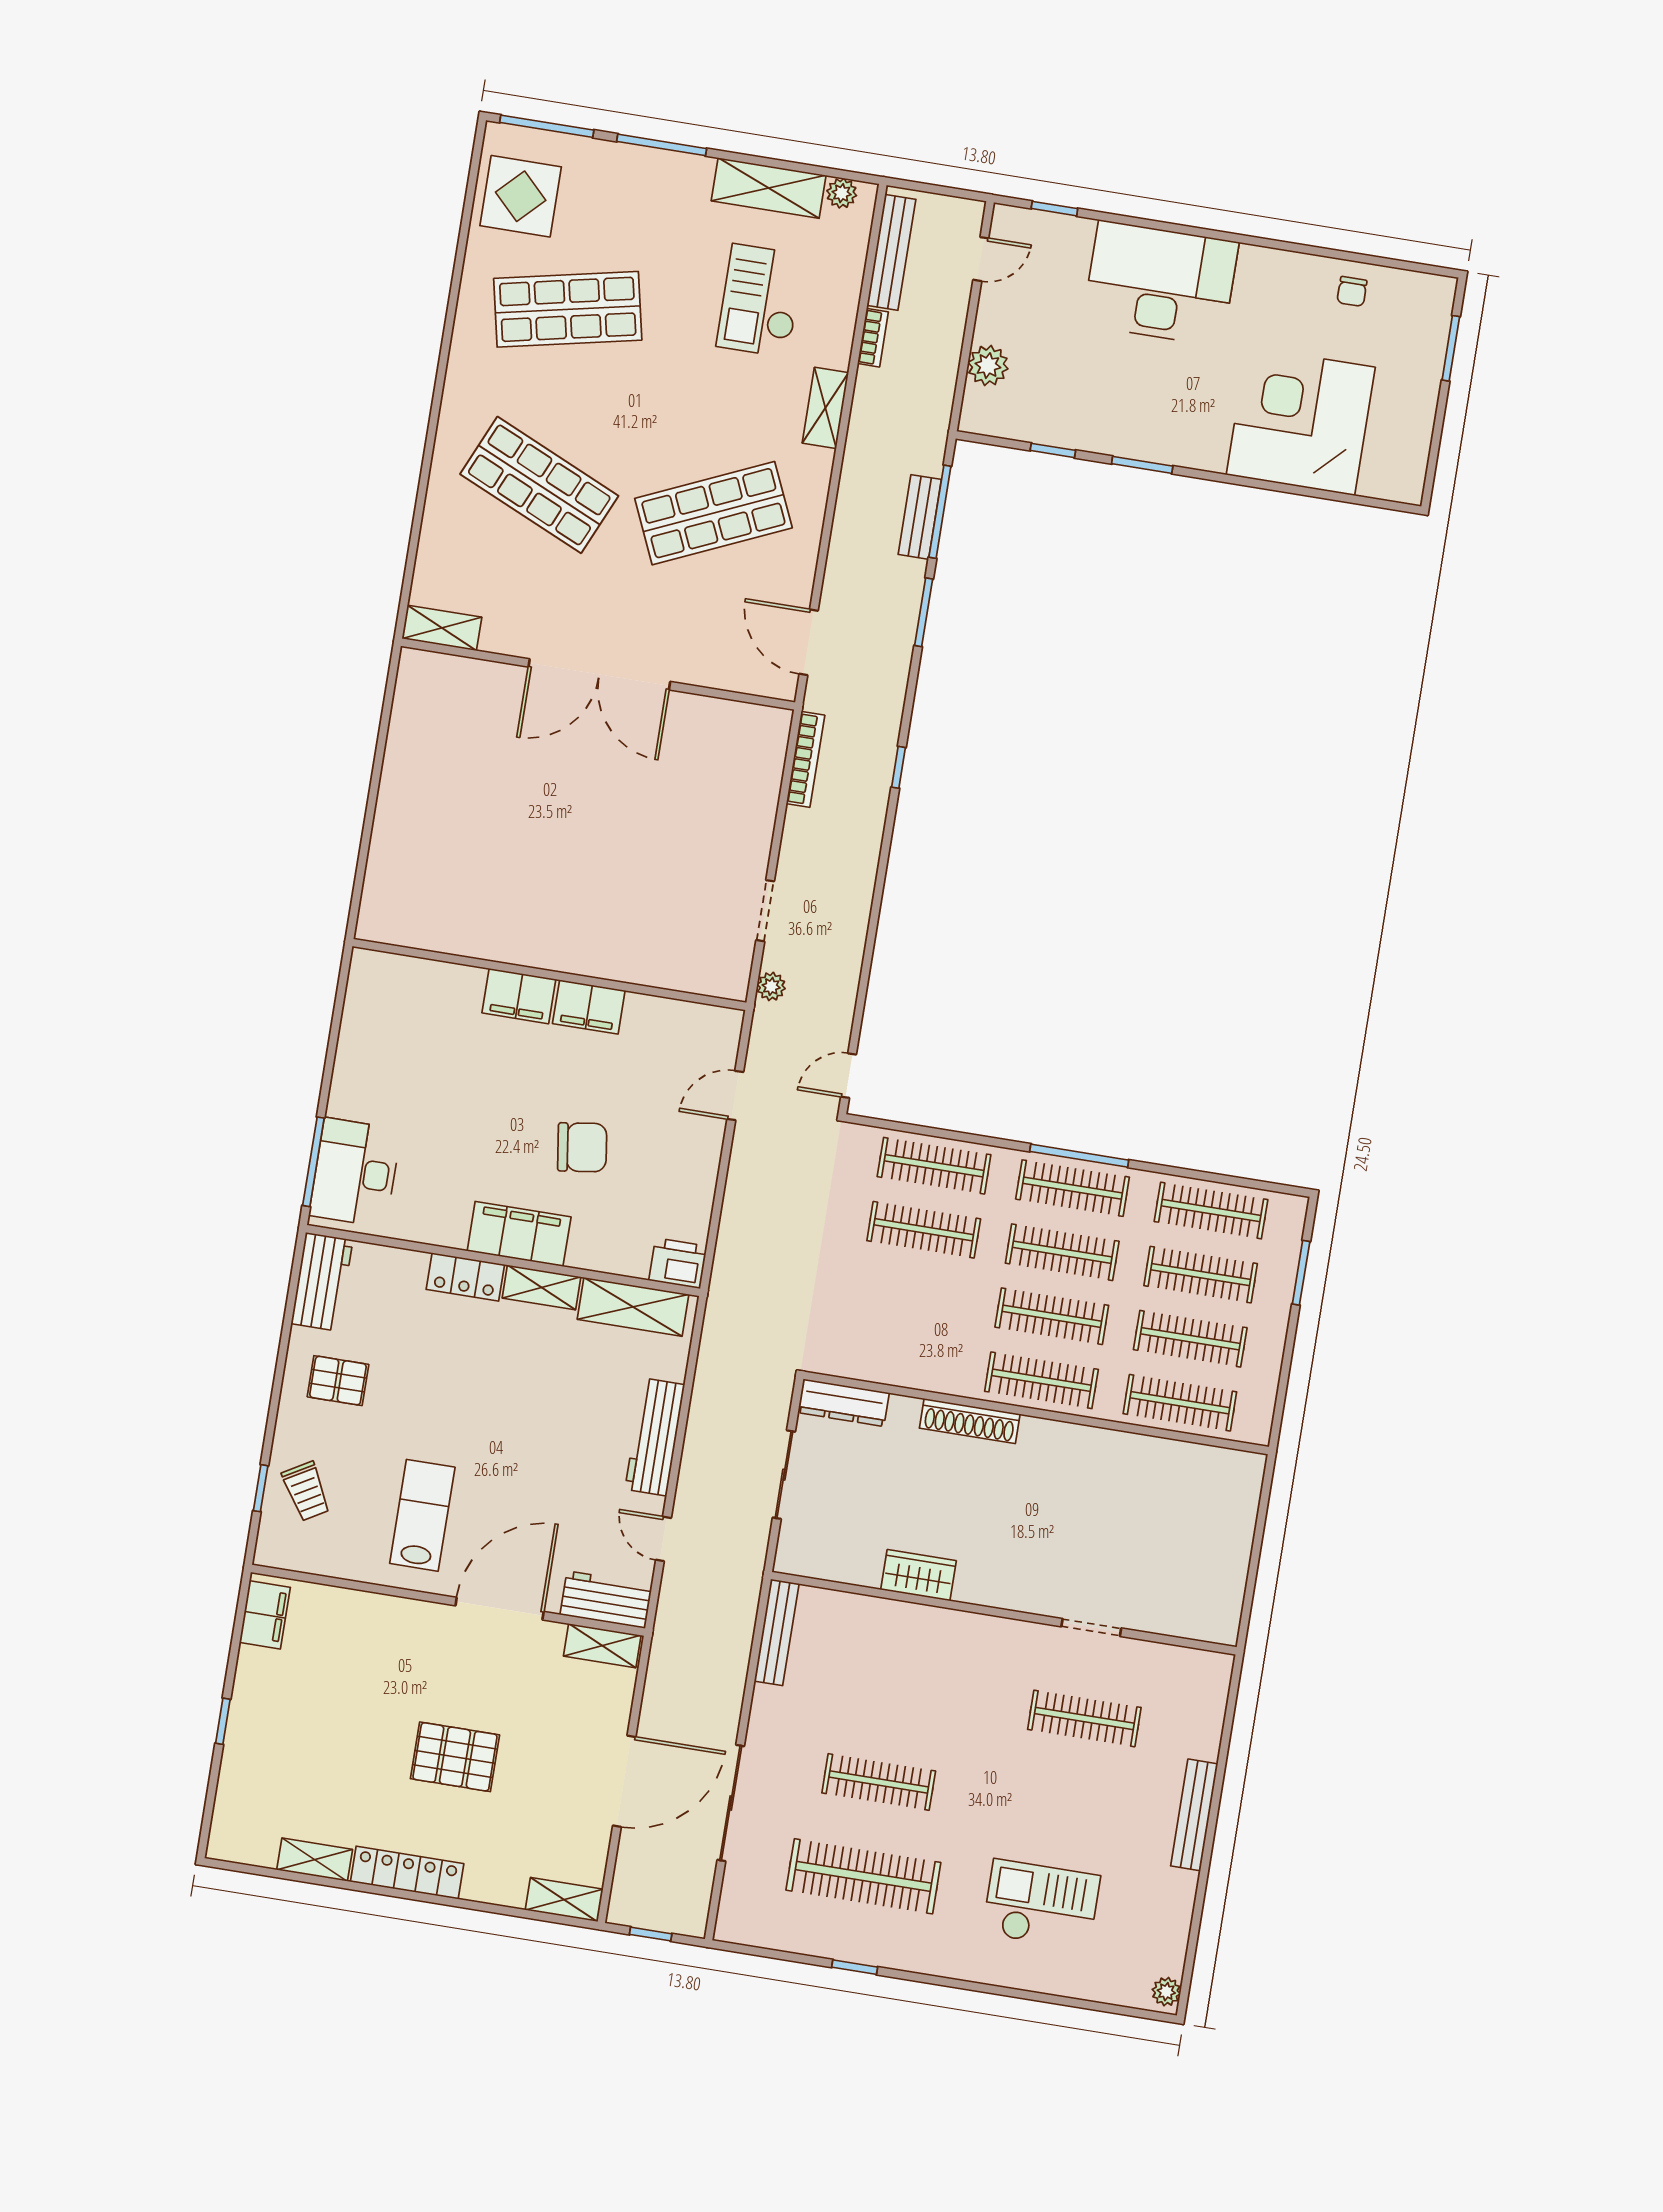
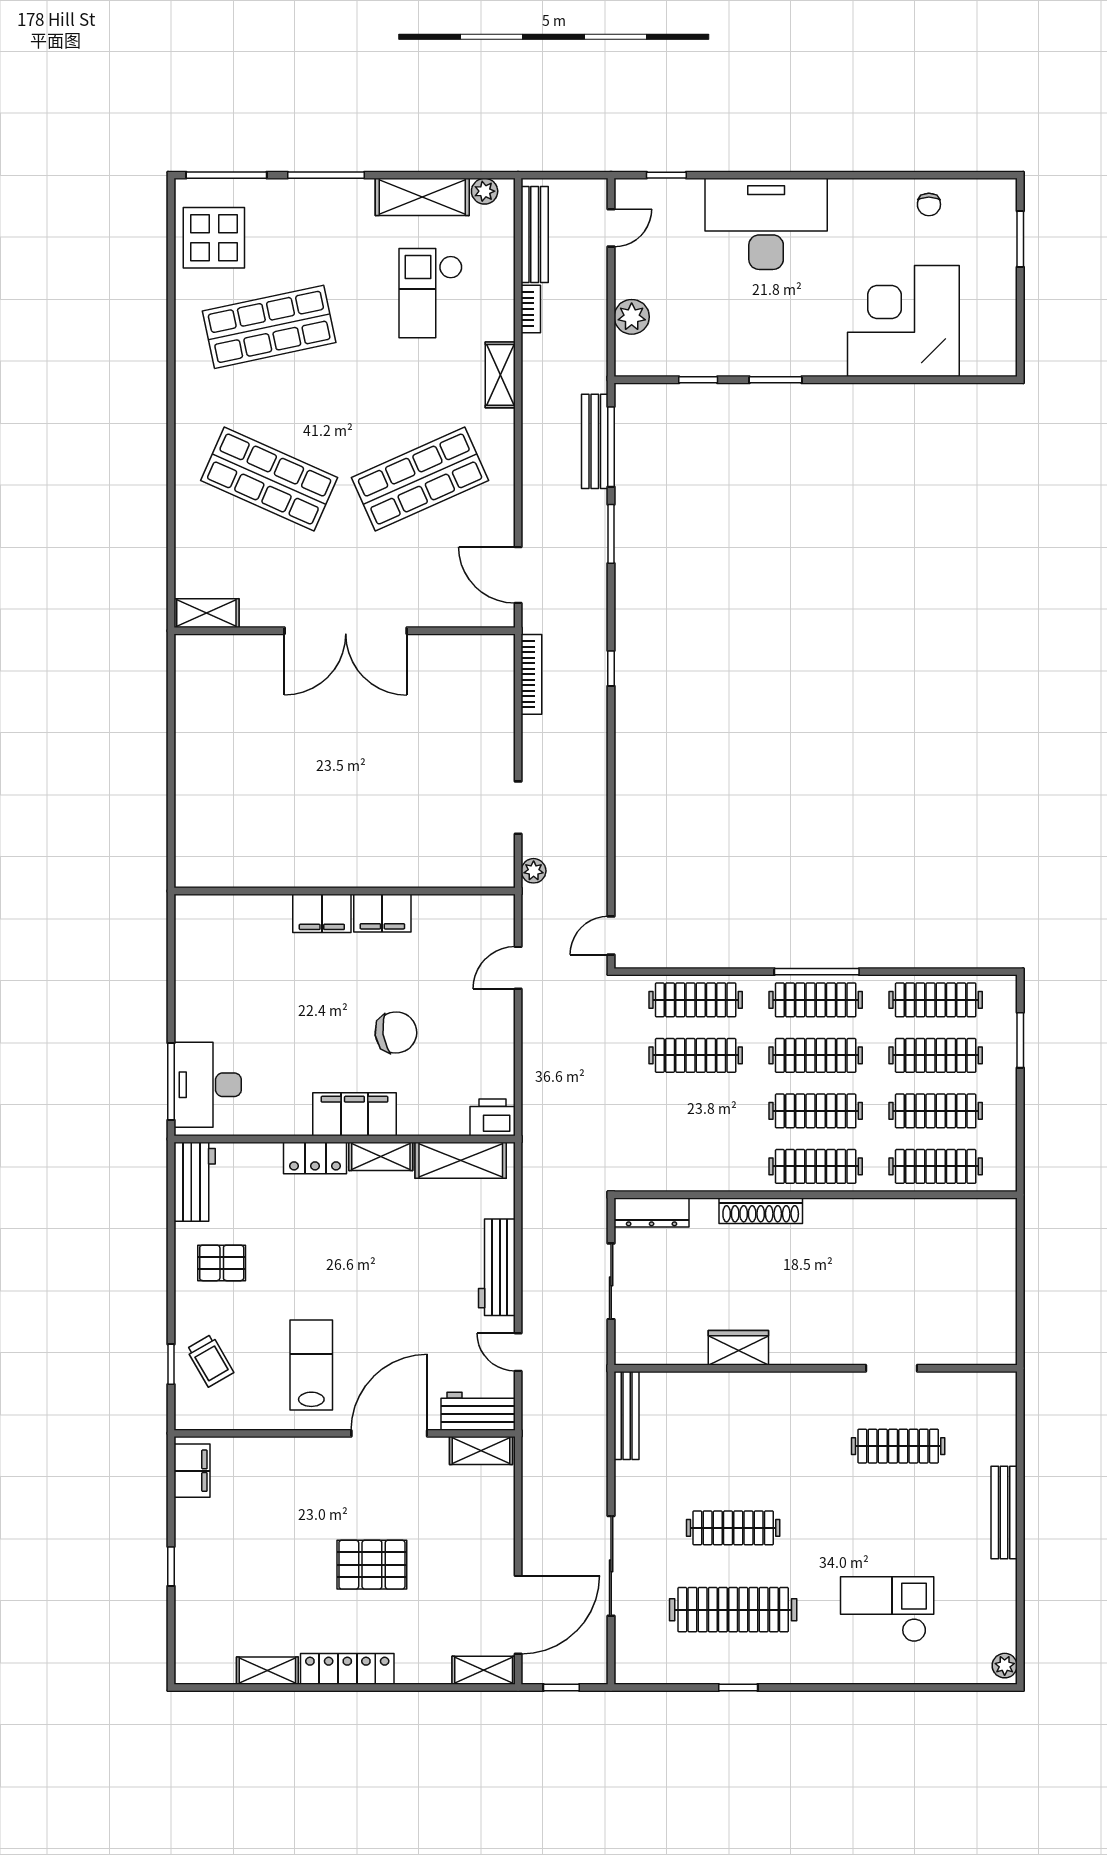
bench: (920, 517) -> (595, 441), width x1.36
door: (624, 1781) -> (518, 1615), moved

